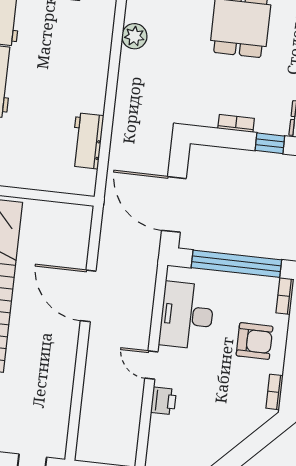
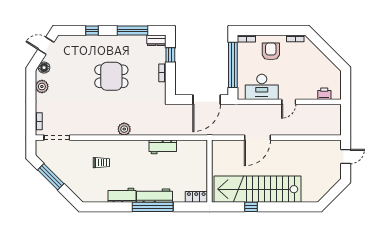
workbench: (87, 141) -> (163, 147), moved
printer: (164, 401) -> (324, 94), moved

